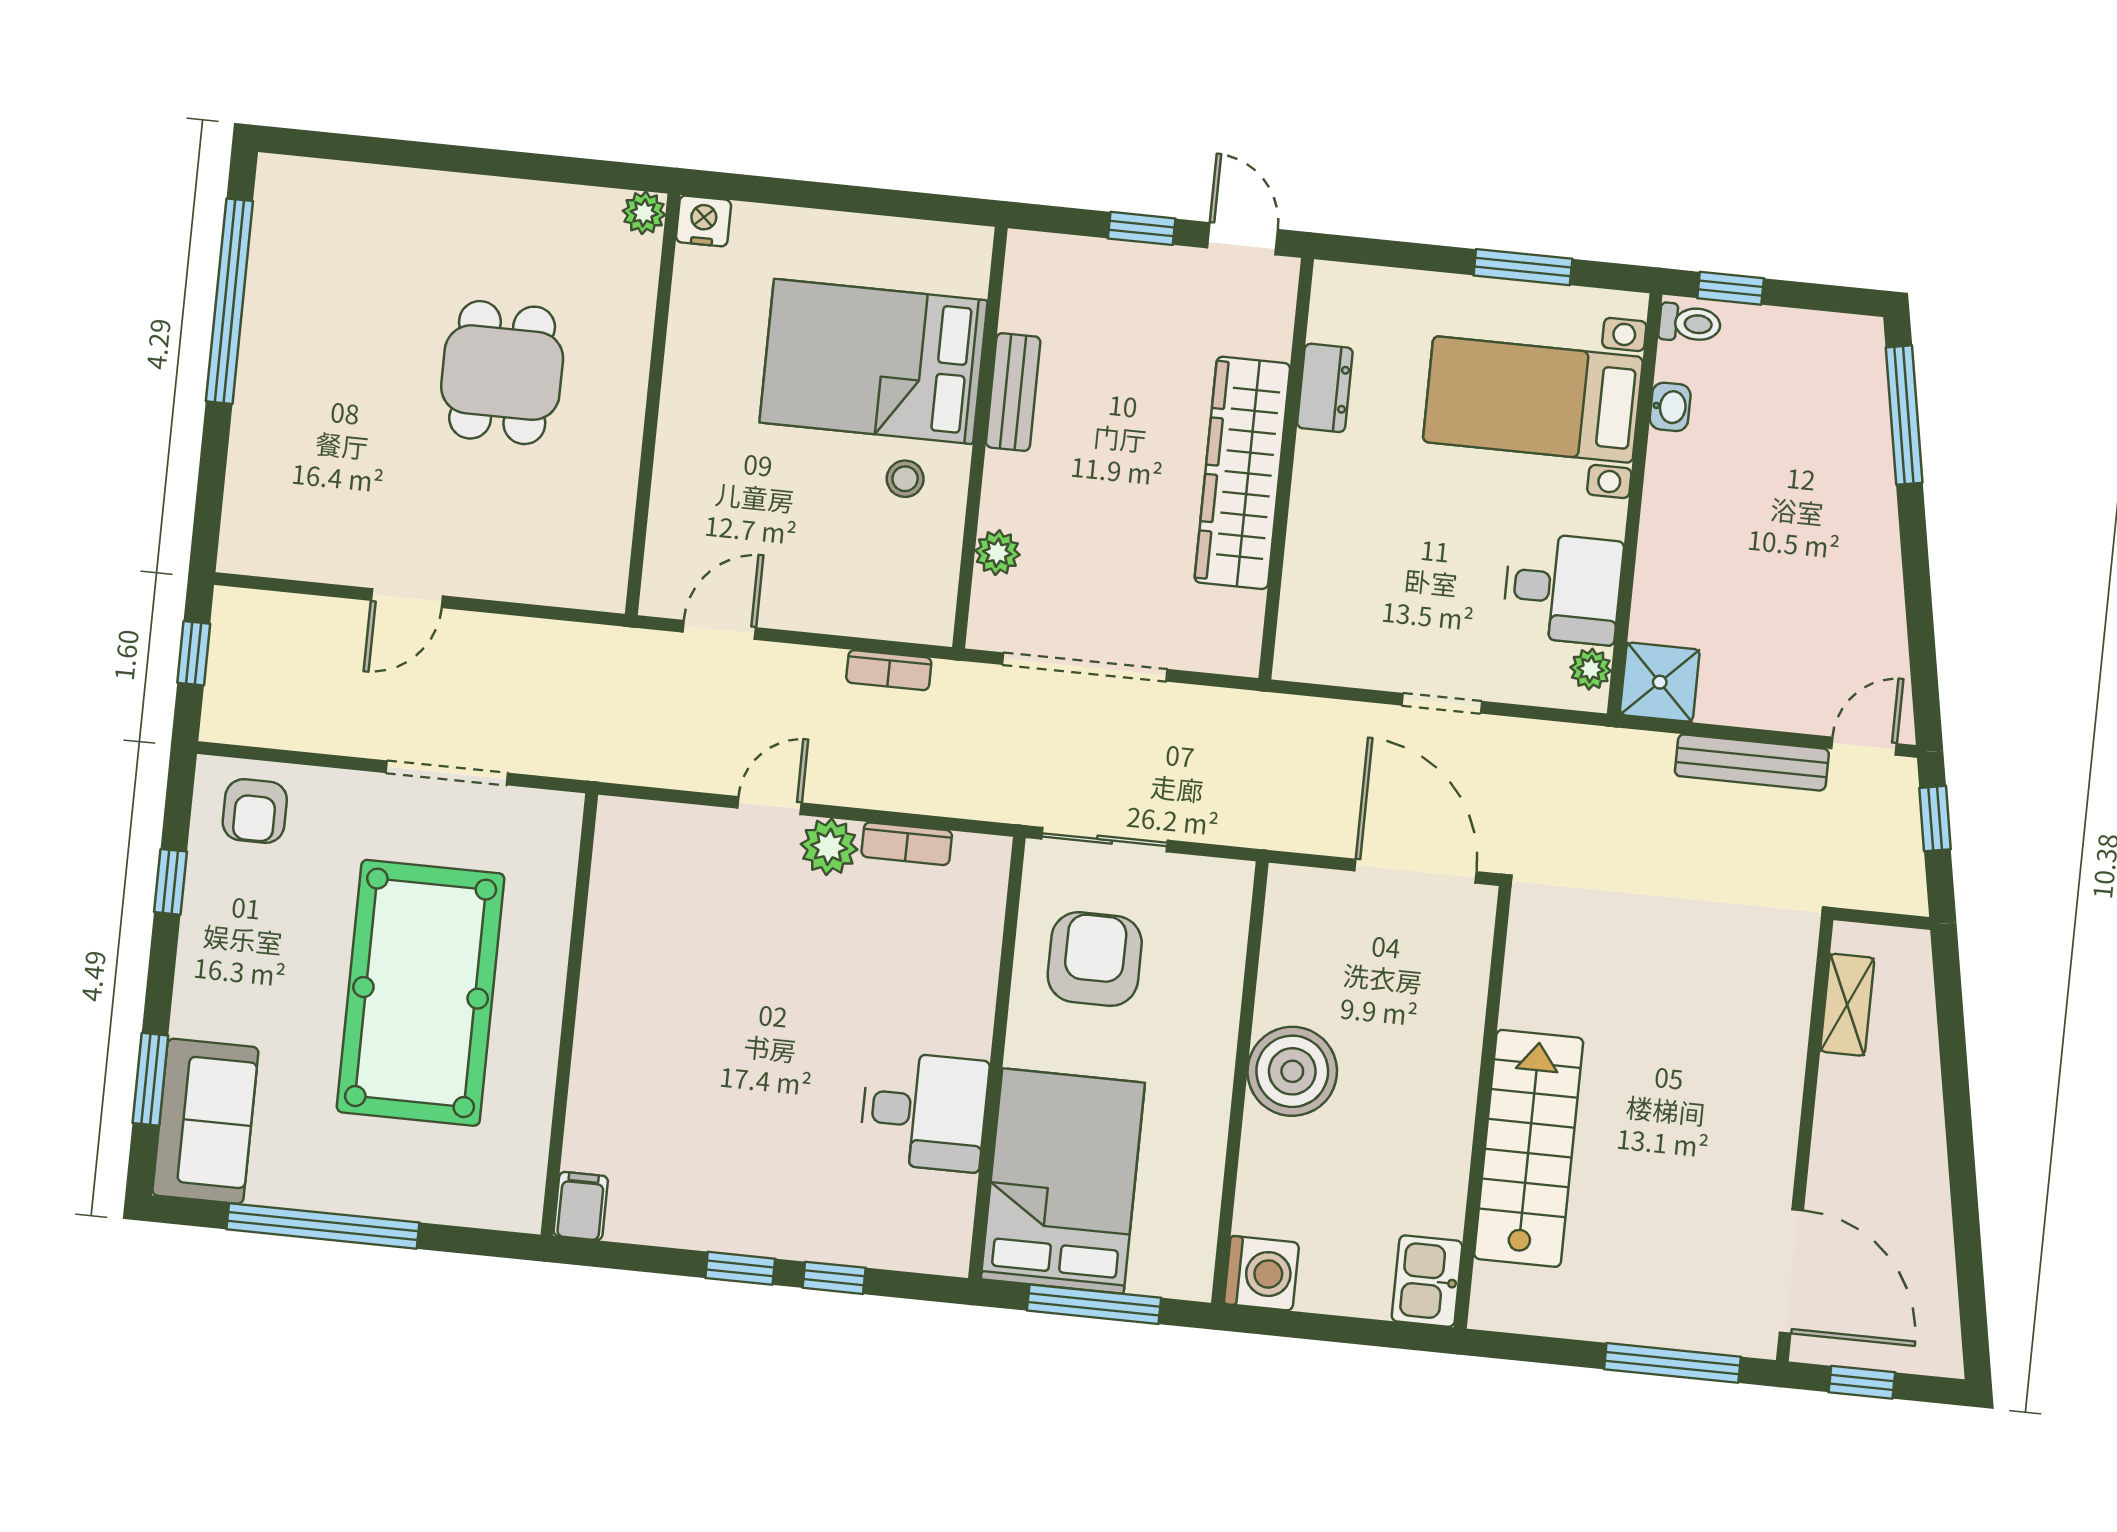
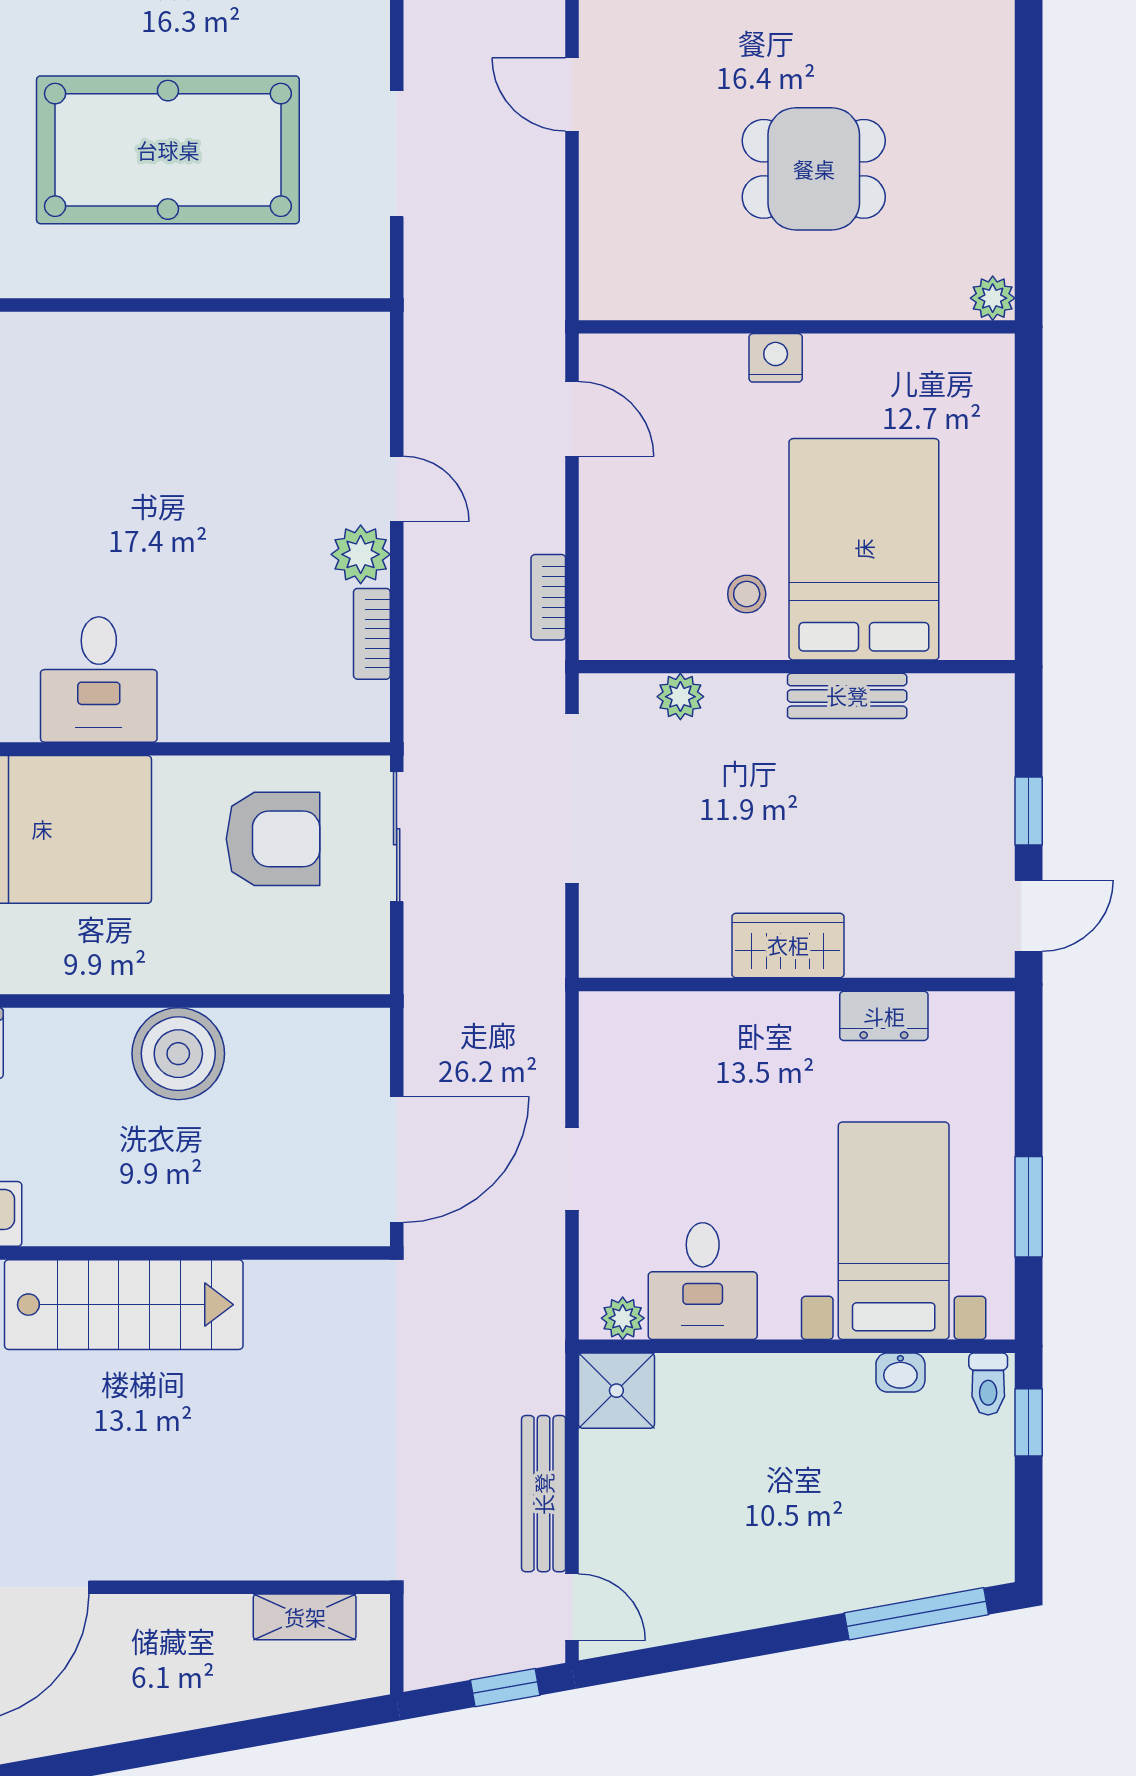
nightstand: (703, 221) -> (776, 358), moved, turned -90
wardrobe: (1242, 473) -> (788, 945), width x0.48, depth x0.85

